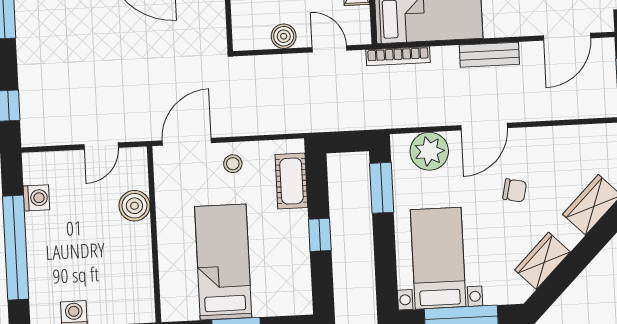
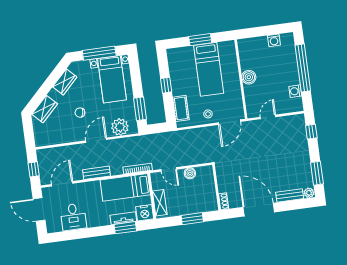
boiler: (134, 206) -> (249, 77), moved

